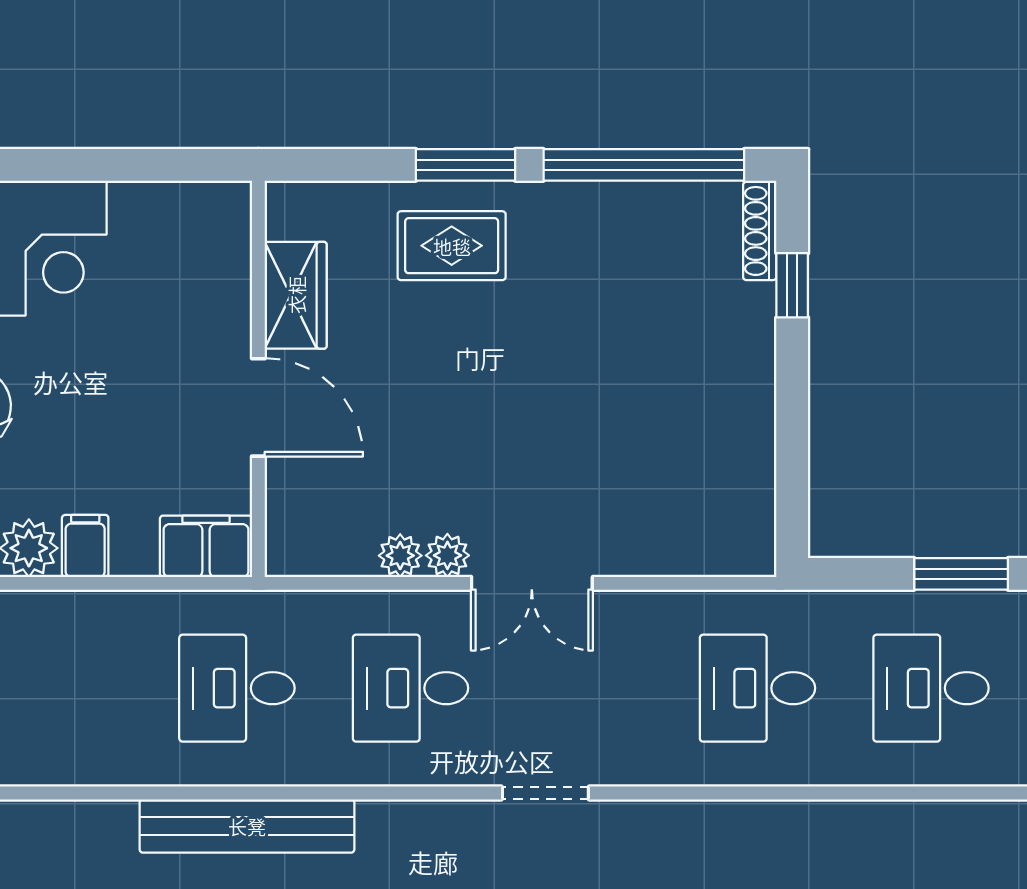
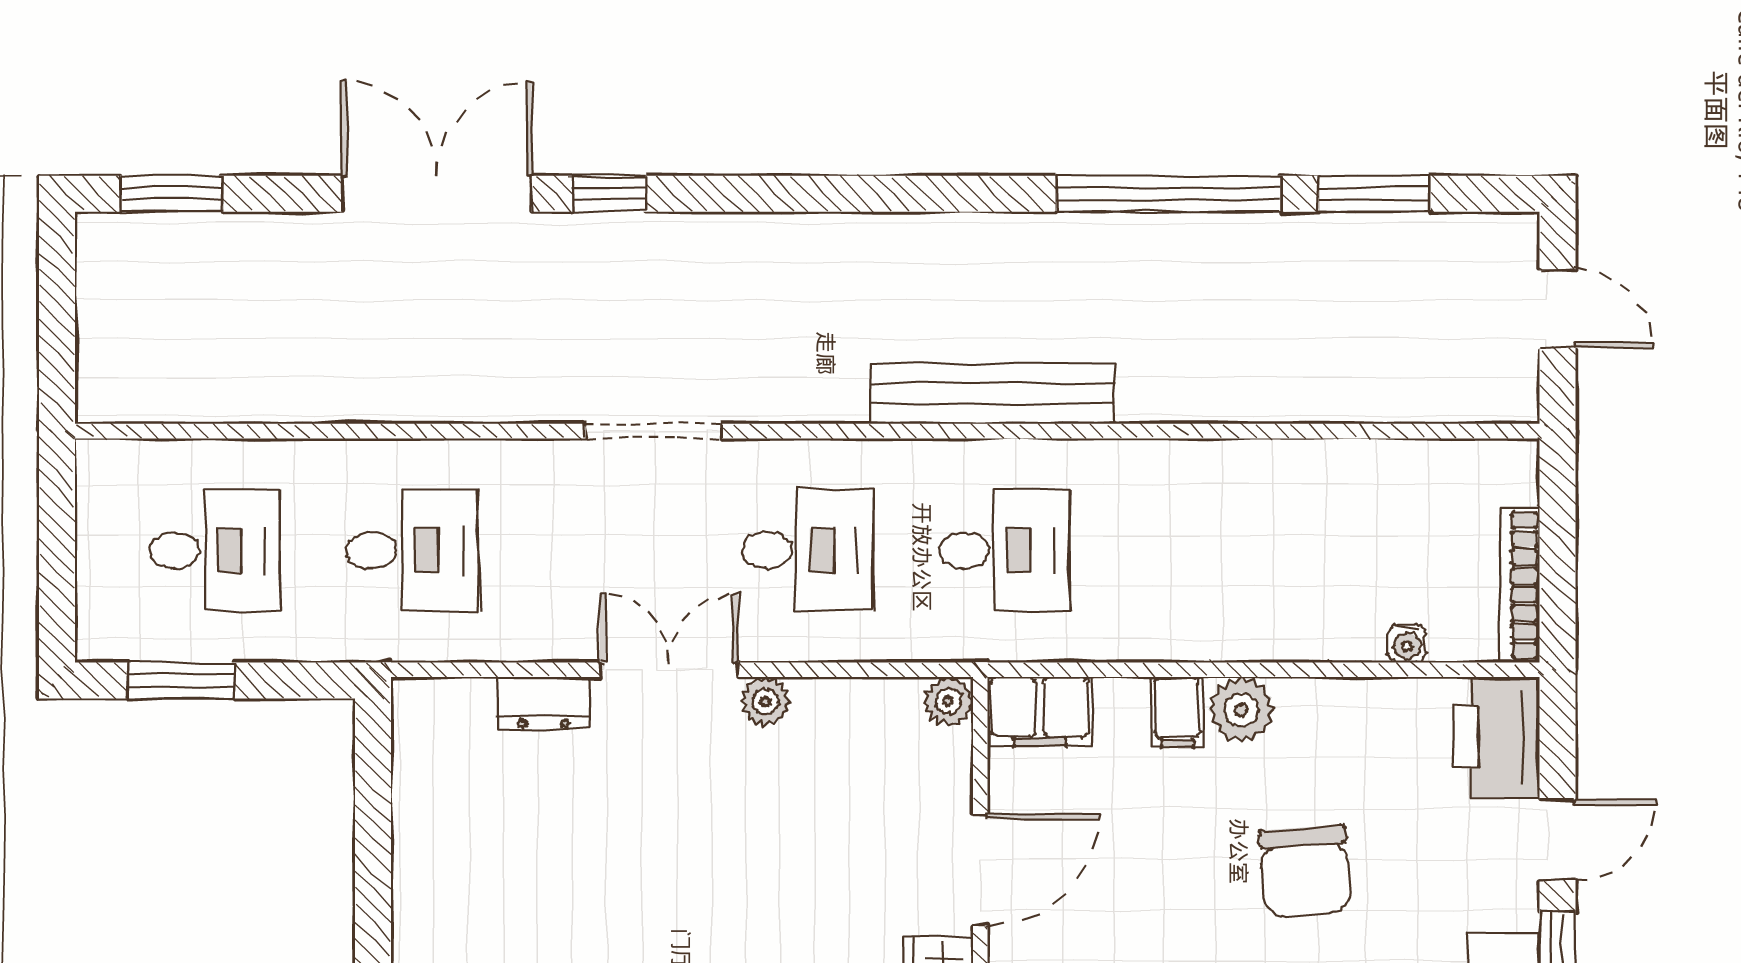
door: (258, 407) -> (980, 870), swing flipped
dresser: (642, 554) -> (544, 703), added
plant: (400, 556) -> (949, 701), moved
doorway: (545, 793) -> (654, 431), width x1.38

